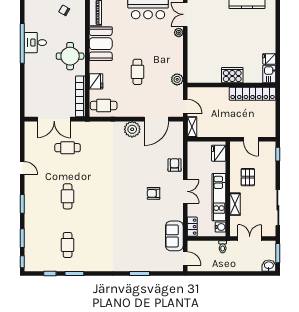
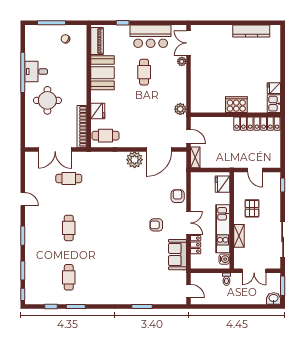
round table: (70, 56) -> (47, 100), moved
cafe table: (137, 72) -> (144, 72), moved
locker: (192, 227) -> (196, 245), moved
sofa: (174, 236) -> (177, 255), moved
double door: (250, 238) -> (254, 271), swing flipped

